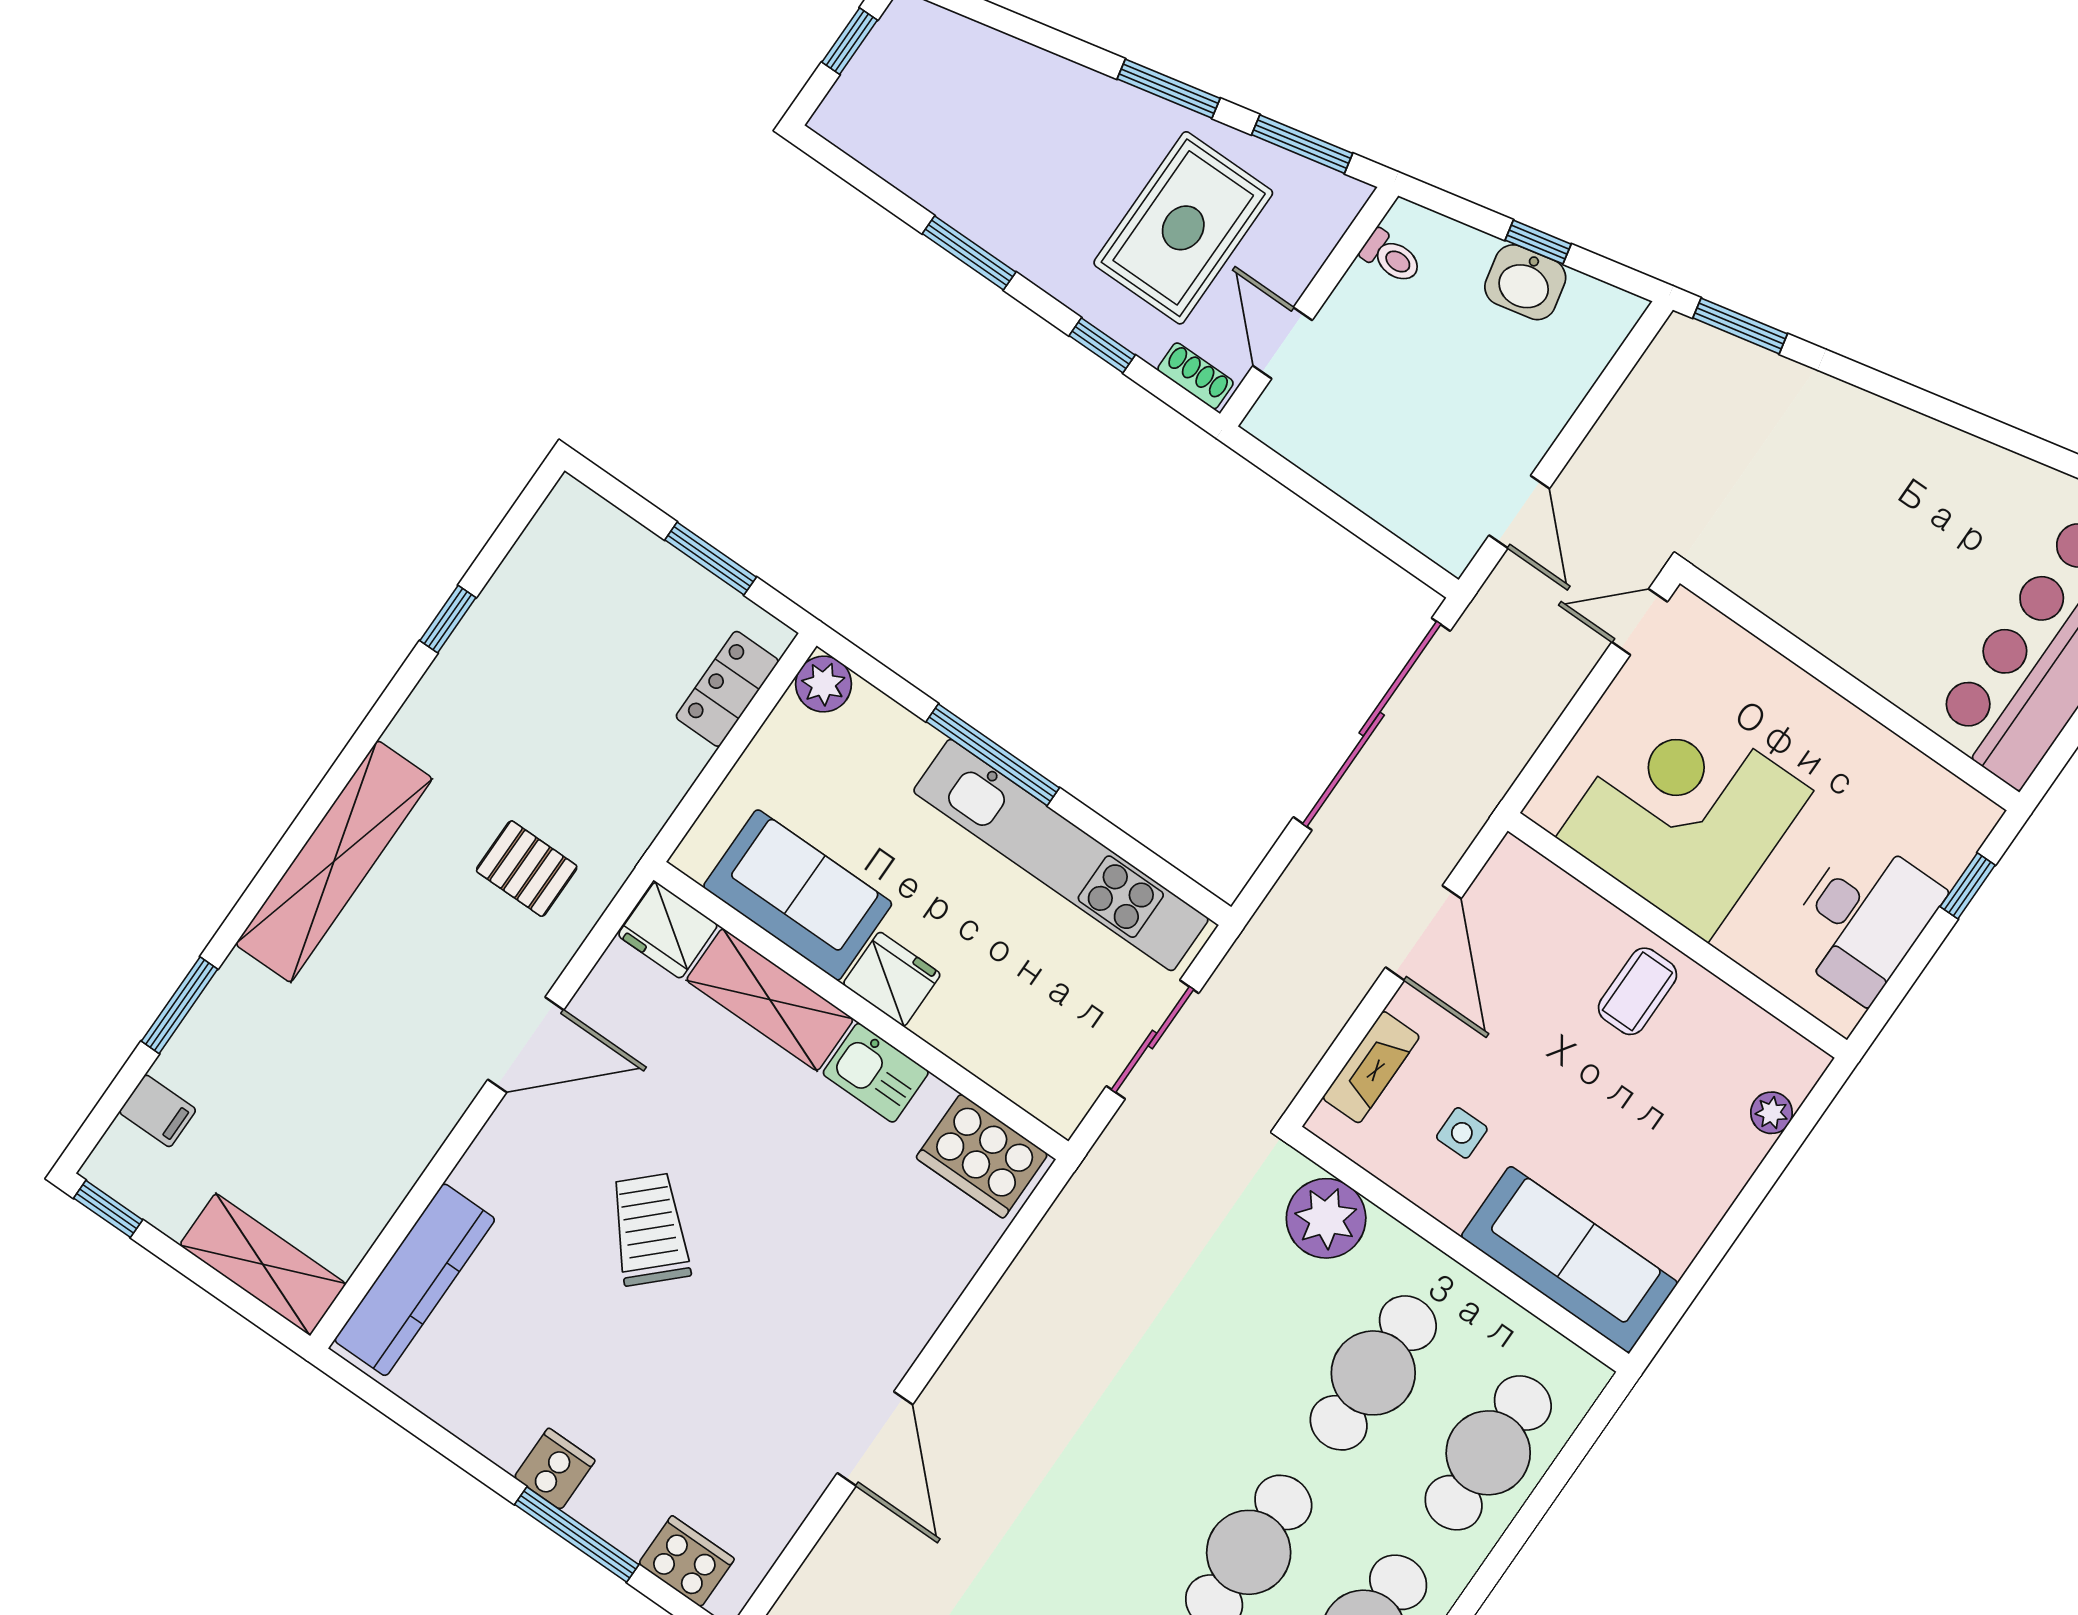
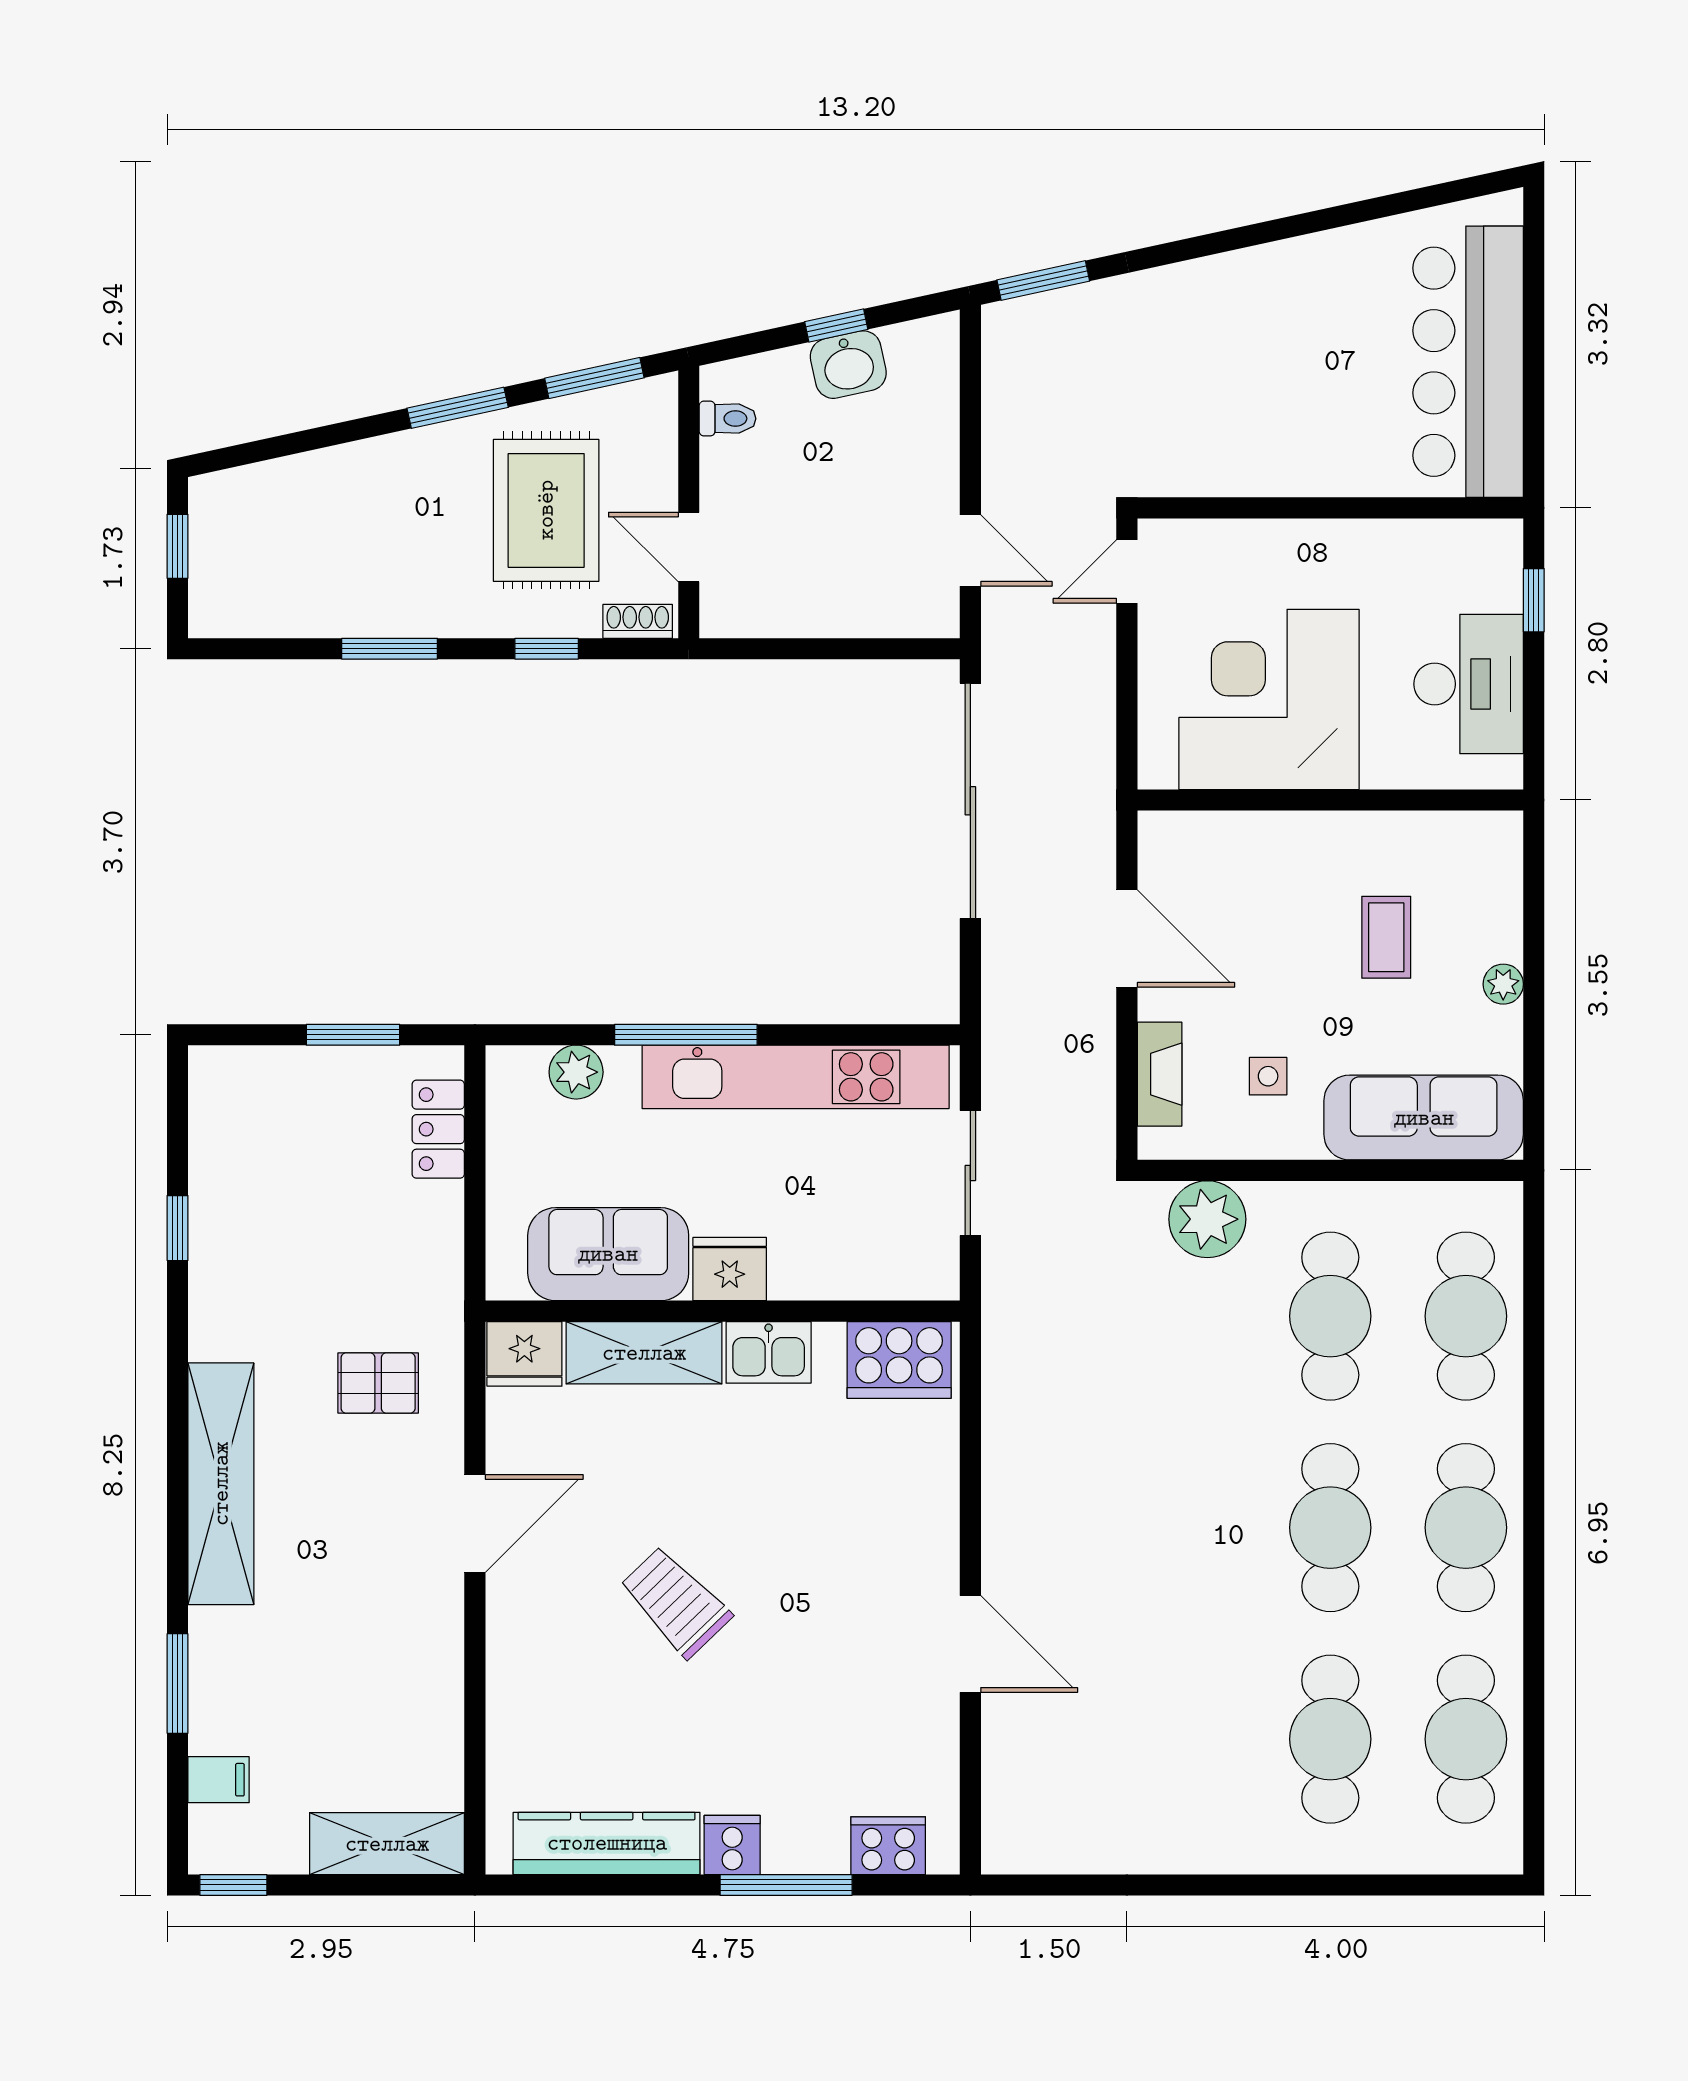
plant: (824, 684) -> (576, 1072), moved
coffee table: (1638, 991) -> (1386, 937), moved
plant: (1772, 1113) -> (1503, 984), moved
kitchen counter: (415, 1280) -> (607, 1843), moved, turned -90

